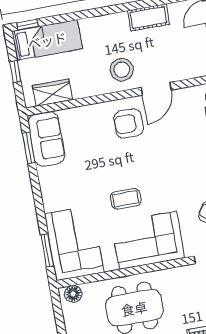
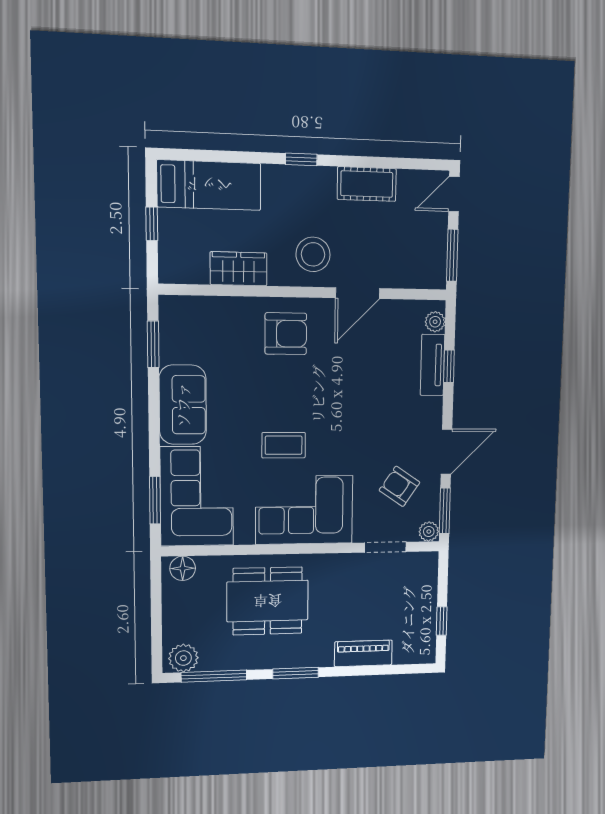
window: (27, 25) -> (301, 159), moved
wardrobe: (52, 93) -> (239, 269), moved
armchair: (129, 123) -> (286, 334), moved, turned 180
sofa: (46, 139) -> (183, 405), moved

